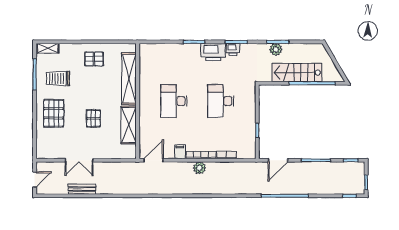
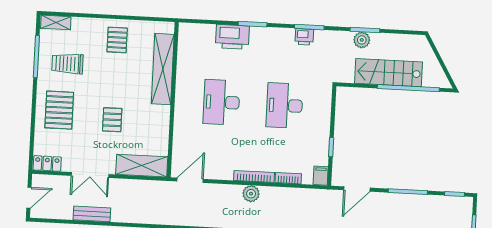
printer: (213, 52) -> (232, 37), moved
pallet: (94, 59) -> (117, 40), turned 90
shelving: (129, 125) -> (142, 166), moved, turned 90
filing cabinet: (180, 152) -> (321, 176), moved
locker: (47, 153) -> (47, 163), added

